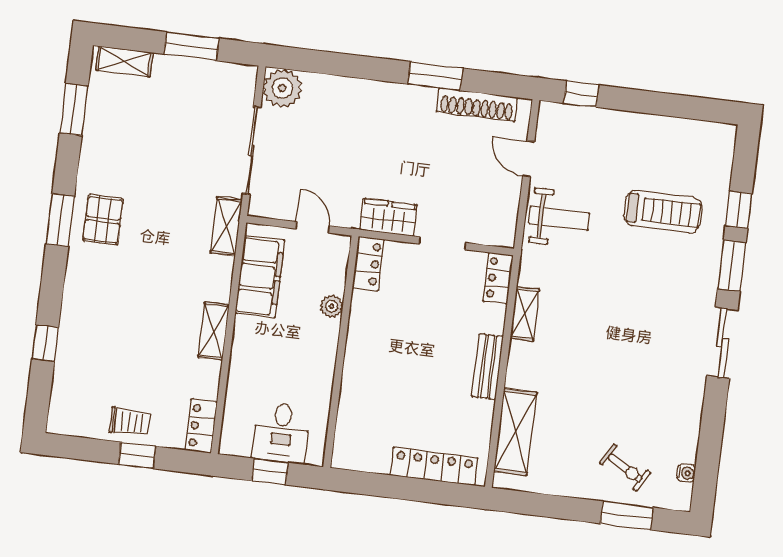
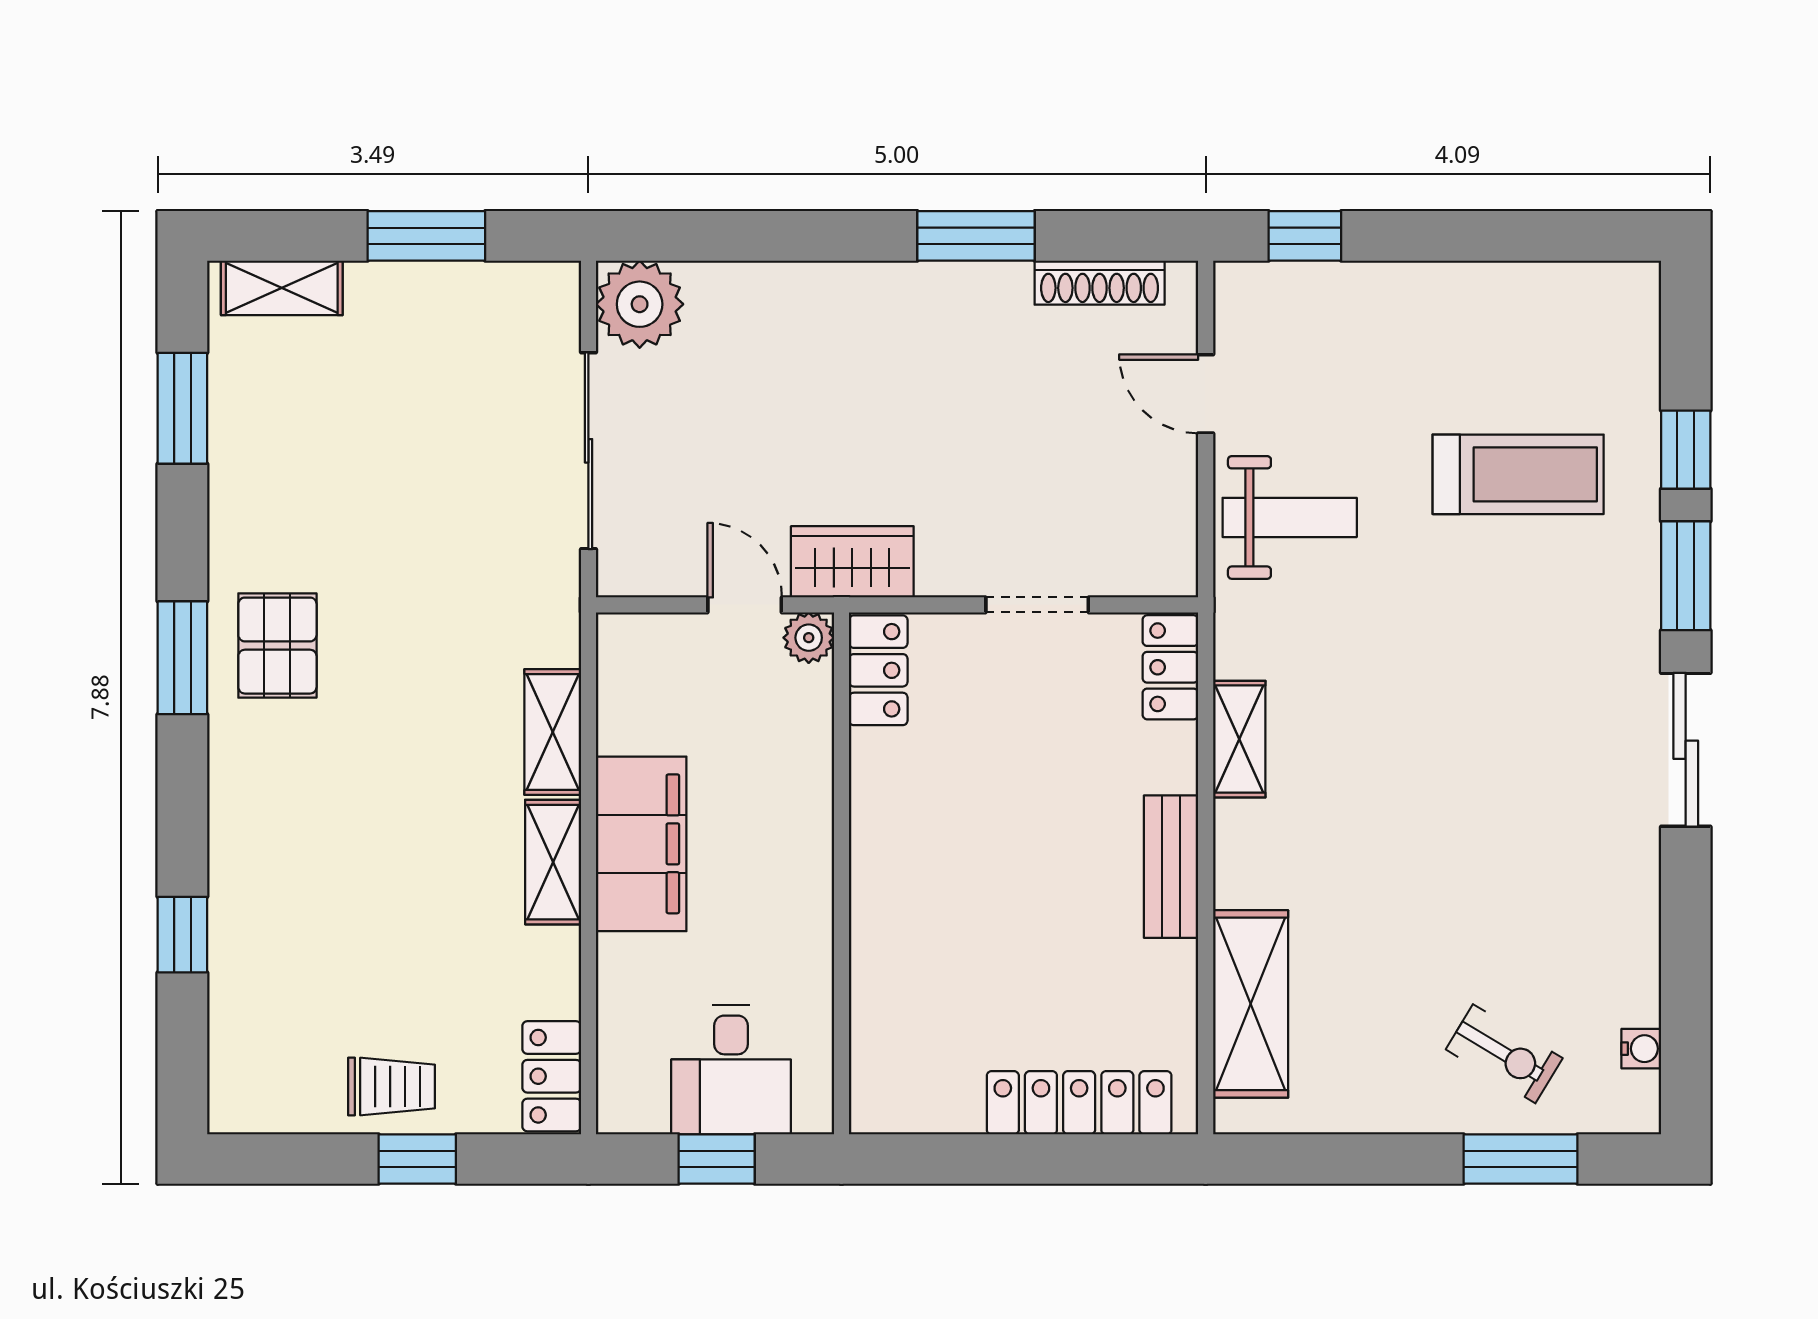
shoe rack: (477, 105) -> (1100, 283), width x0.74, depth x0.81
wardrobe: (388, 217) -> (852, 562), moved
shelving: (226, 226) -> (553, 732), moved
filing cabinet: (260, 277) -> (641, 844), moved
plant: (332, 306) -> (809, 638), moved

